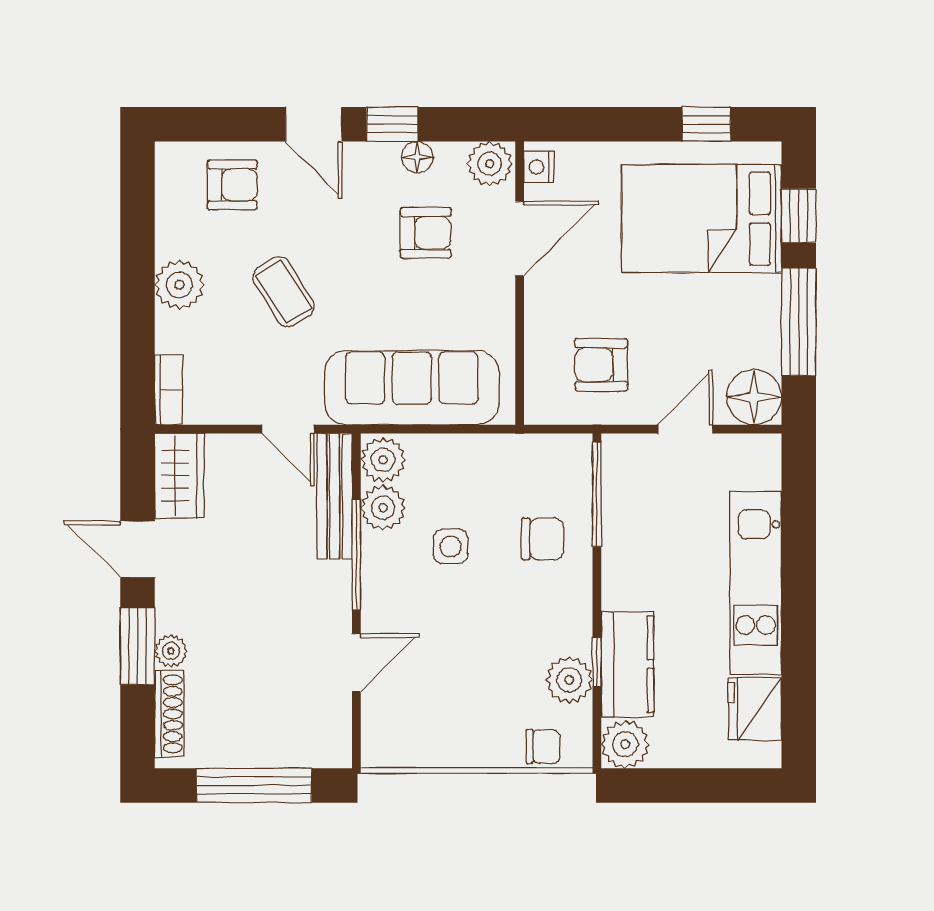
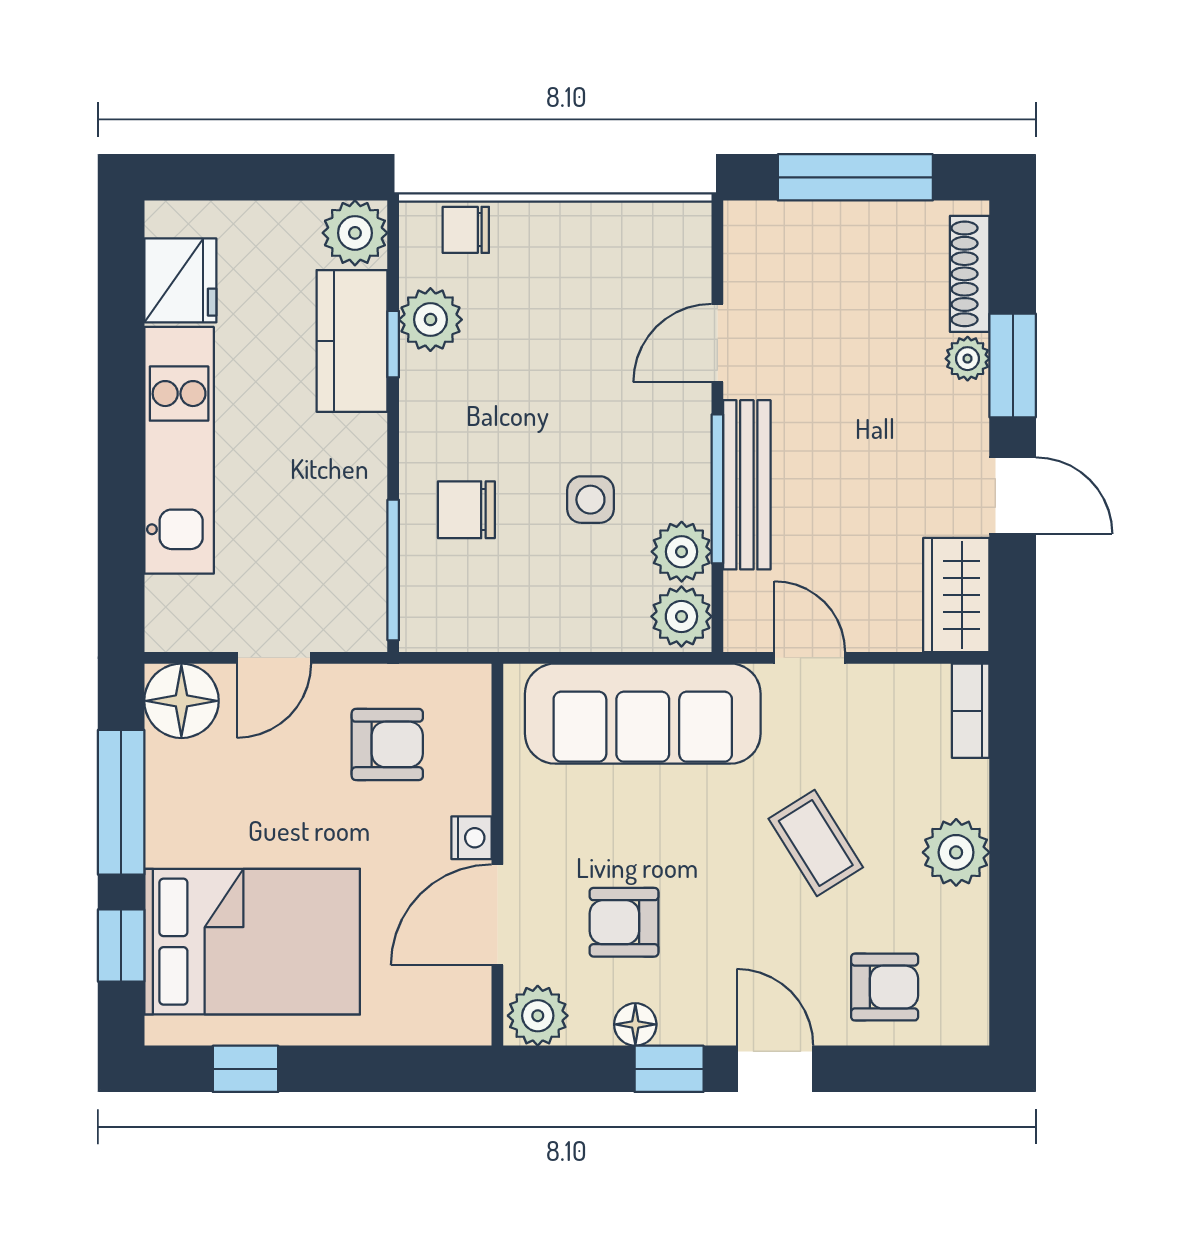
nightstand: (539, 167) -> (471, 838), moved
armchair: (232, 185) -> (885, 987), turned 180
bench: (335, 496) -> (747, 485), moved

